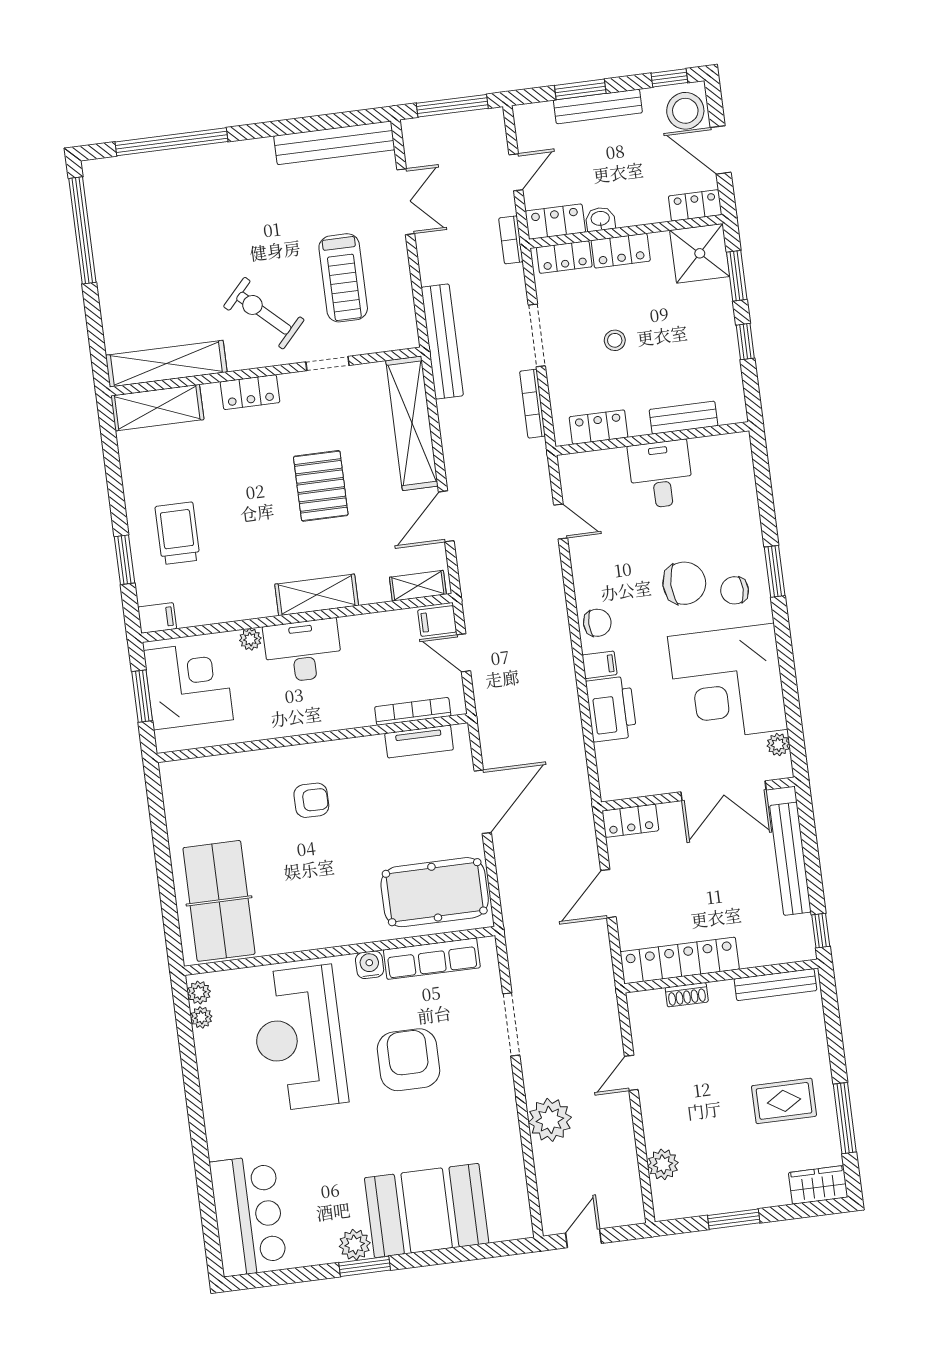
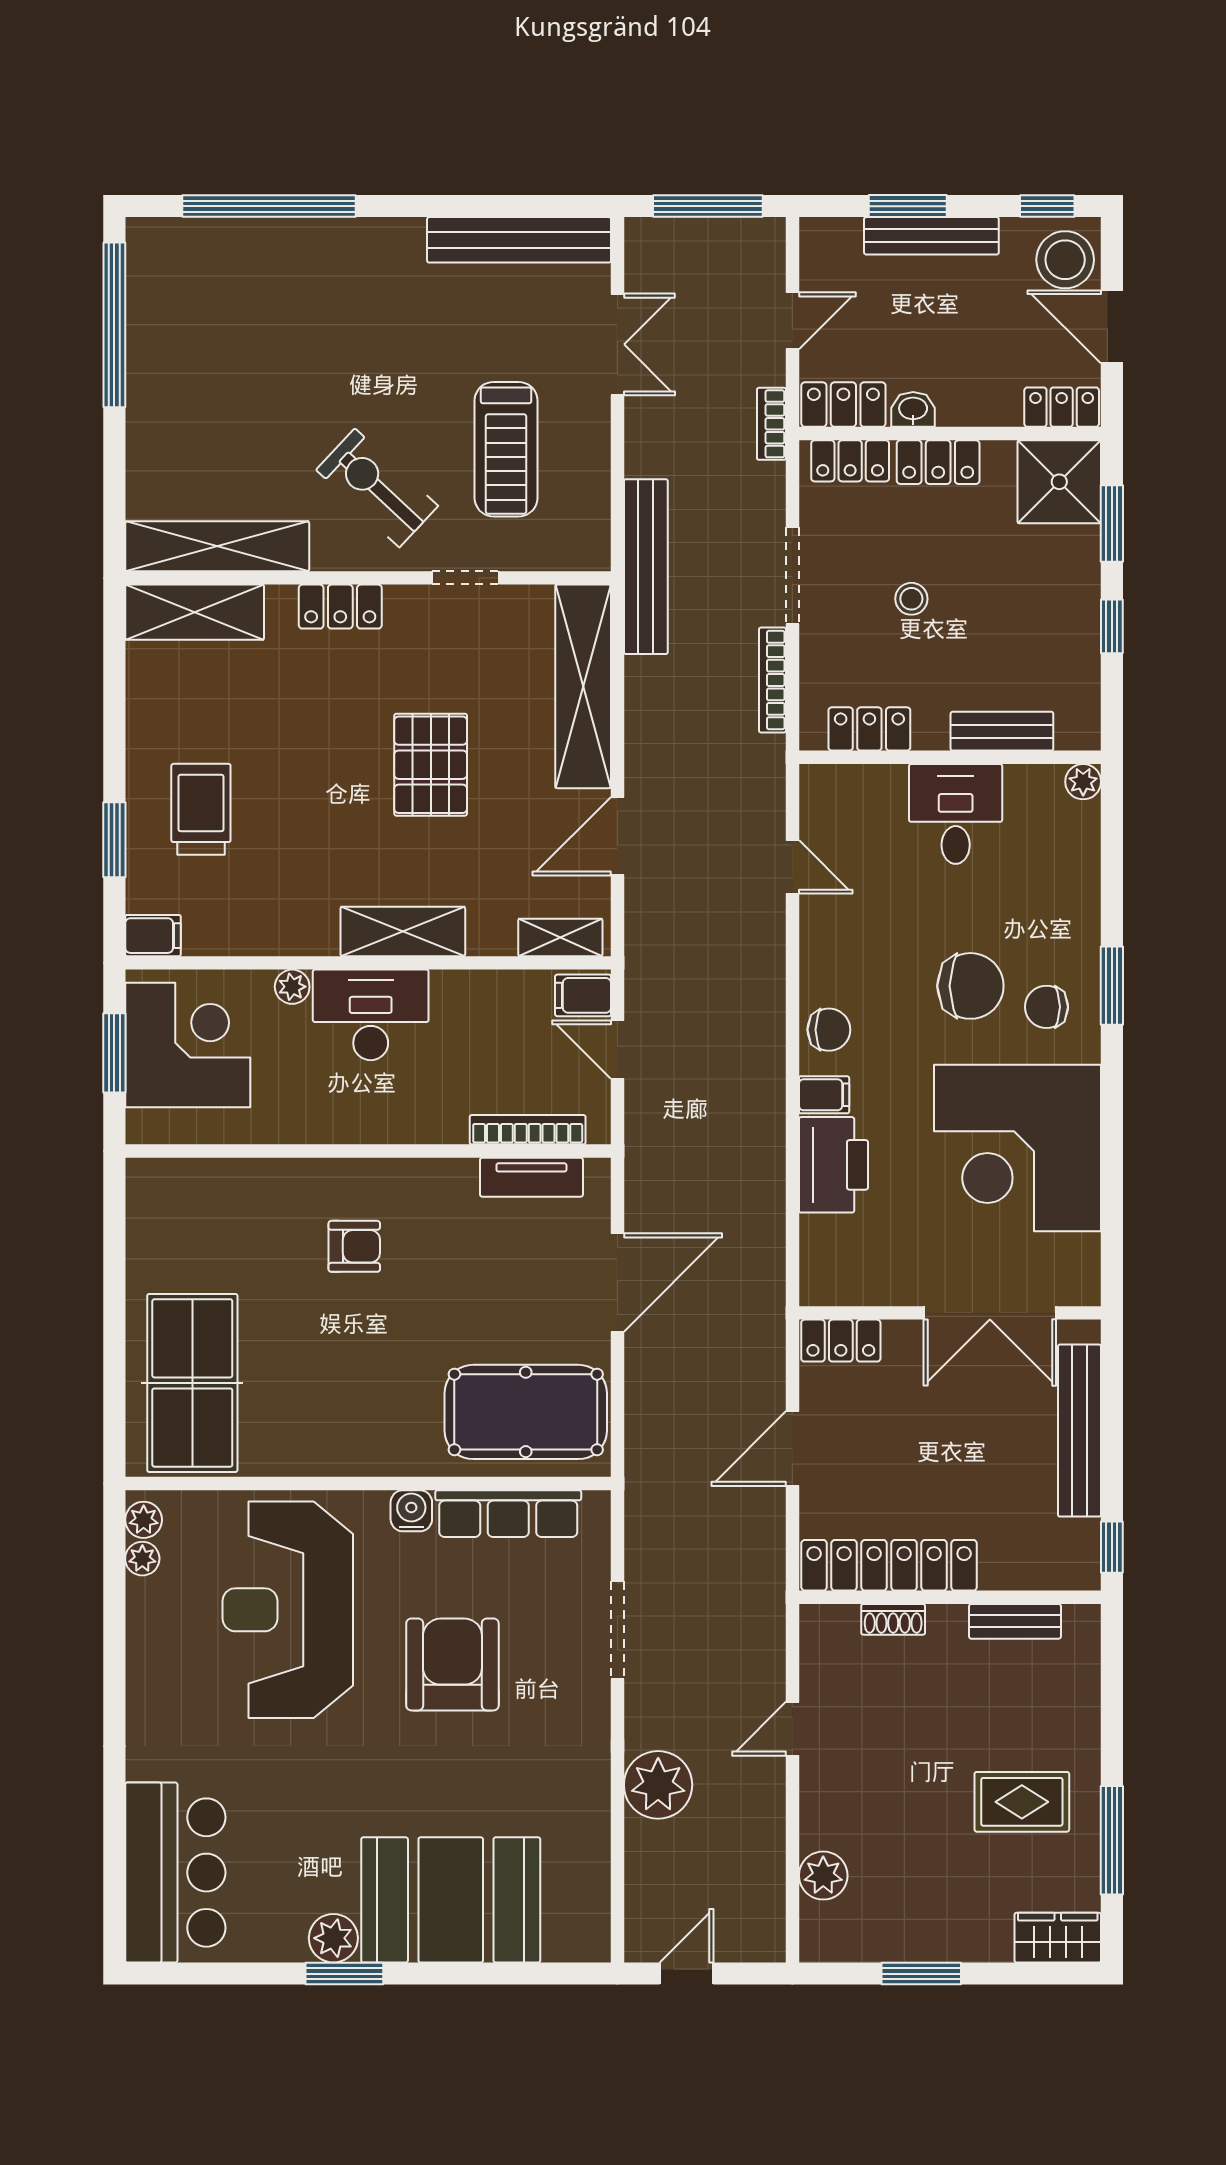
plant: (778, 745) -> (1083, 782), moved
bench: (775, 985) -> (1015, 1621), width x0.73

